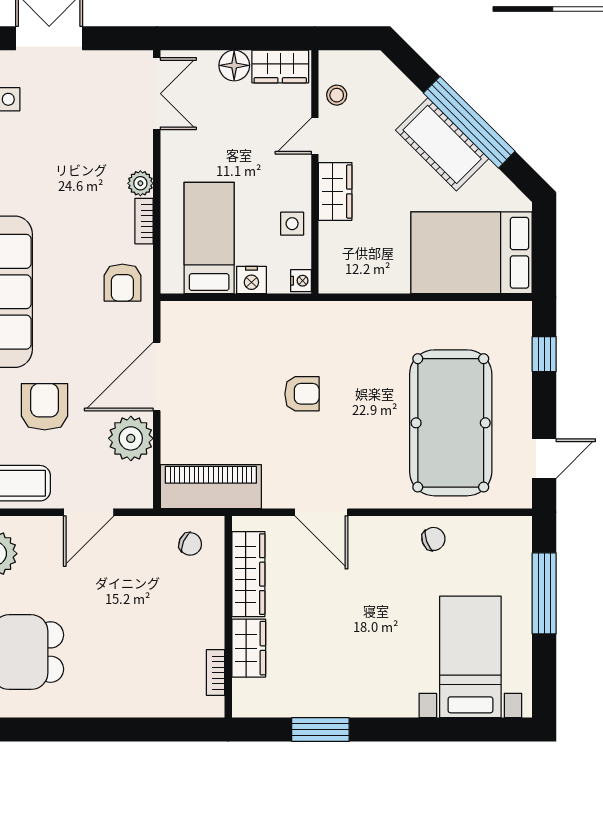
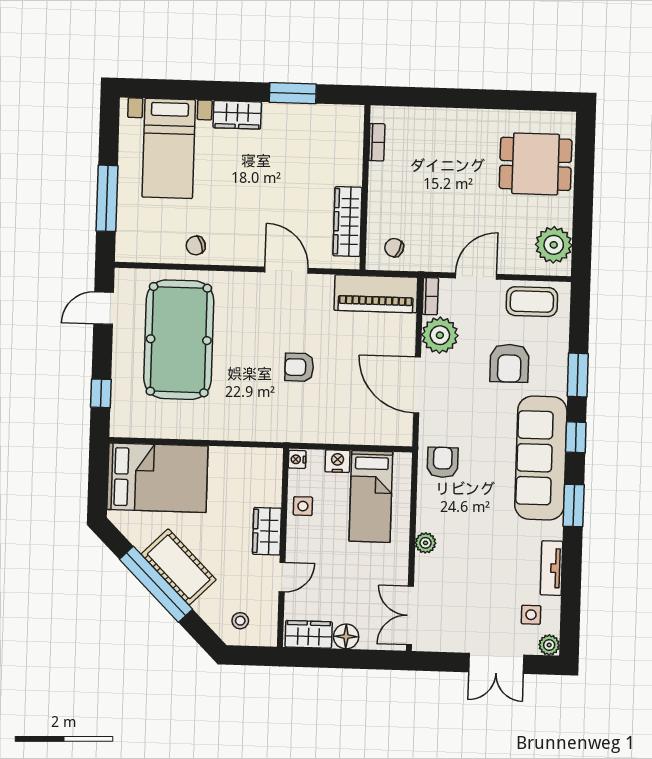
stool: (337, 95) -> (240, 621), moved
bookcase: (144, 221) -> (430, 296), moved
door: (157, 376) -> (417, 385), swing flipped
wardrobe: (249, 648) -> (237, 115), moved, turned -90

